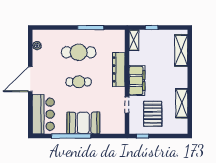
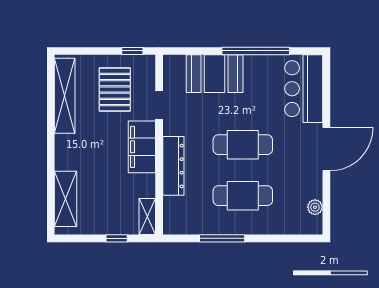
cafe table: (79, 82) -> (243, 145), width x1.37, depth x1.35
shelving: (182, 103) -> (65, 96), width x1.47
booth: (83, 123) -> (215, 74), moved

